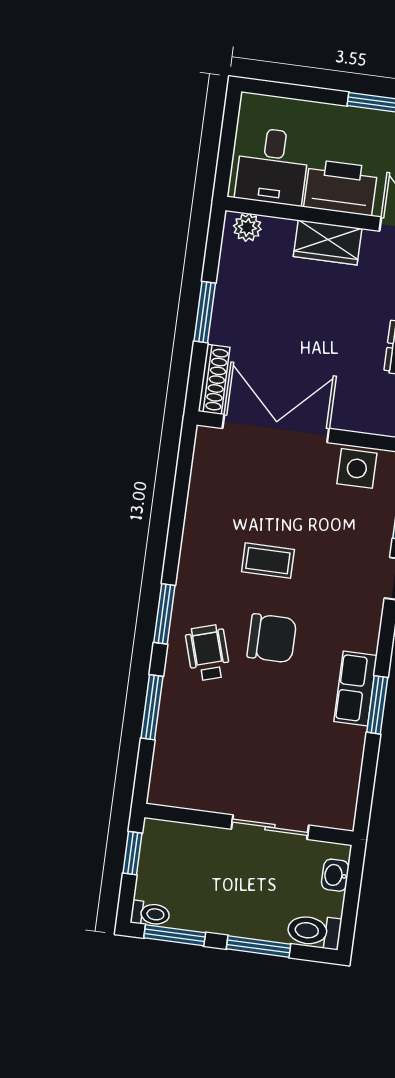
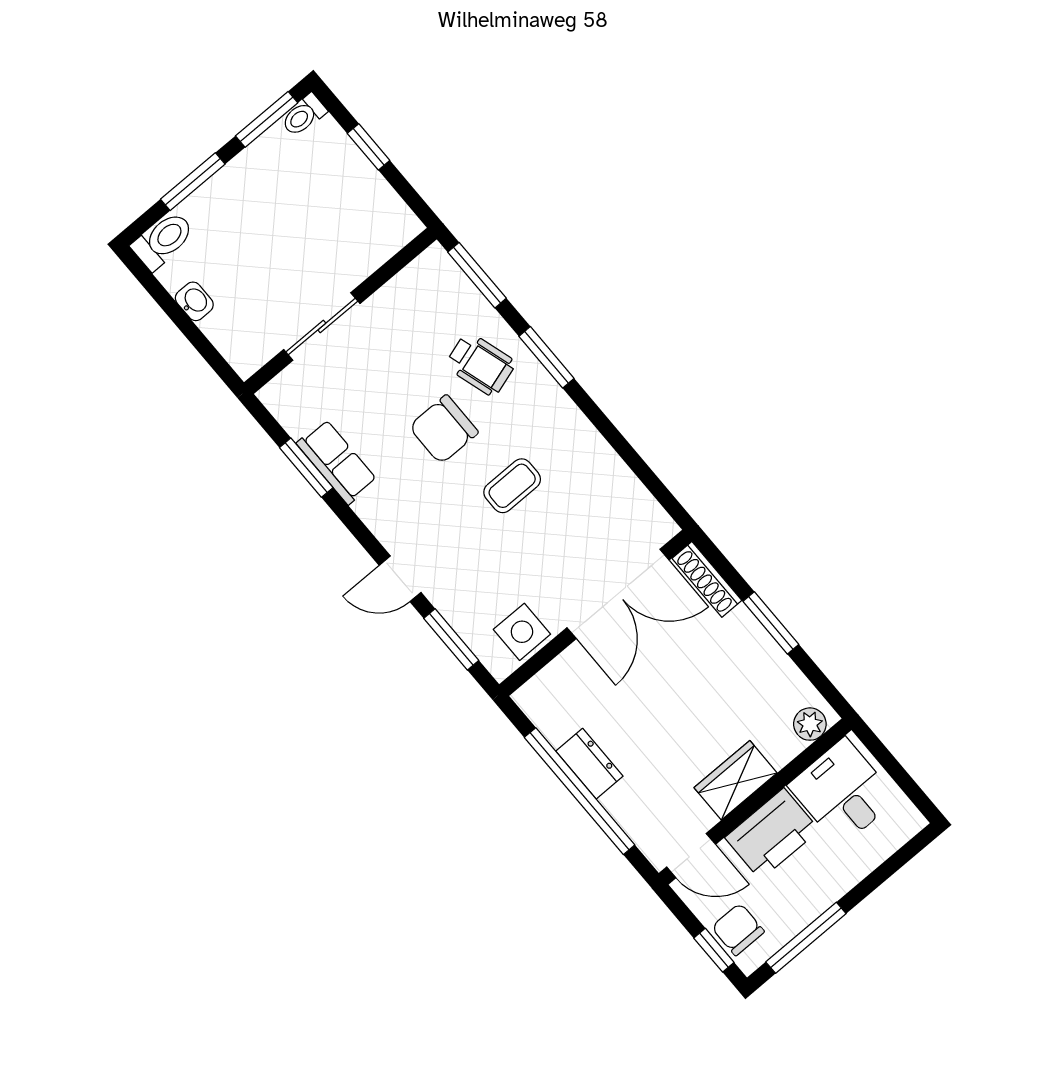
wall: (249, 824) -> (340, 311), moved
sliding door: (270, 827) -> (322, 327), moved

